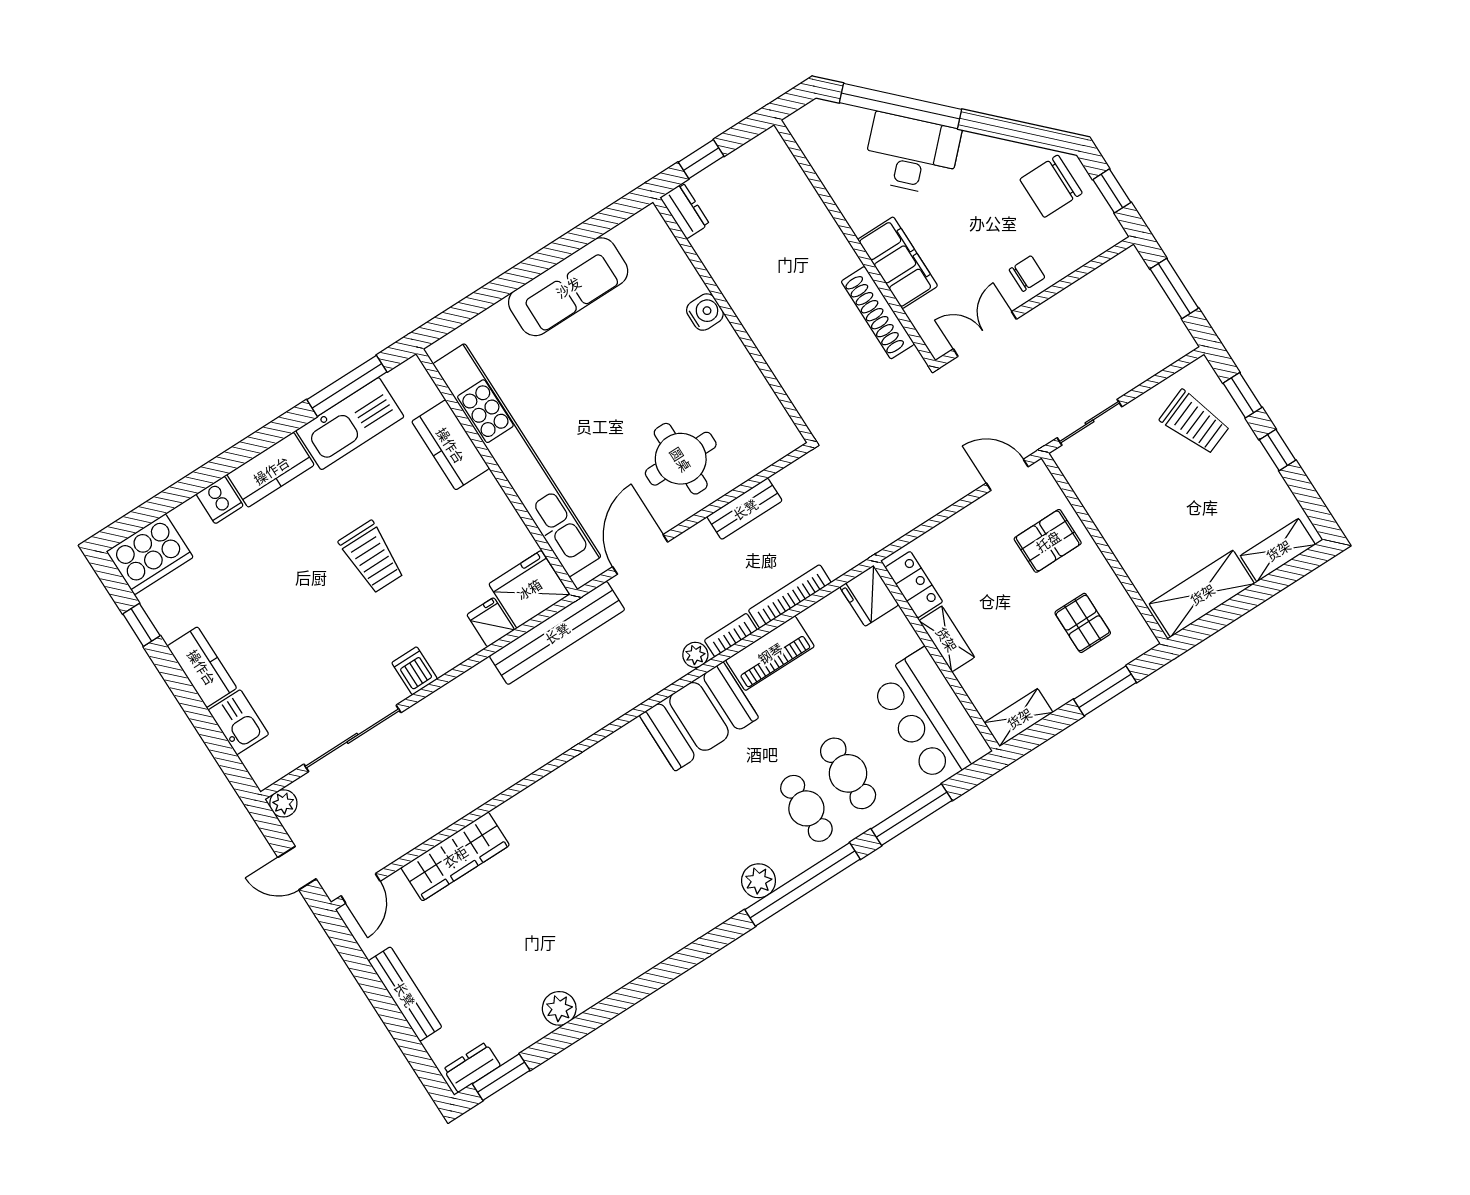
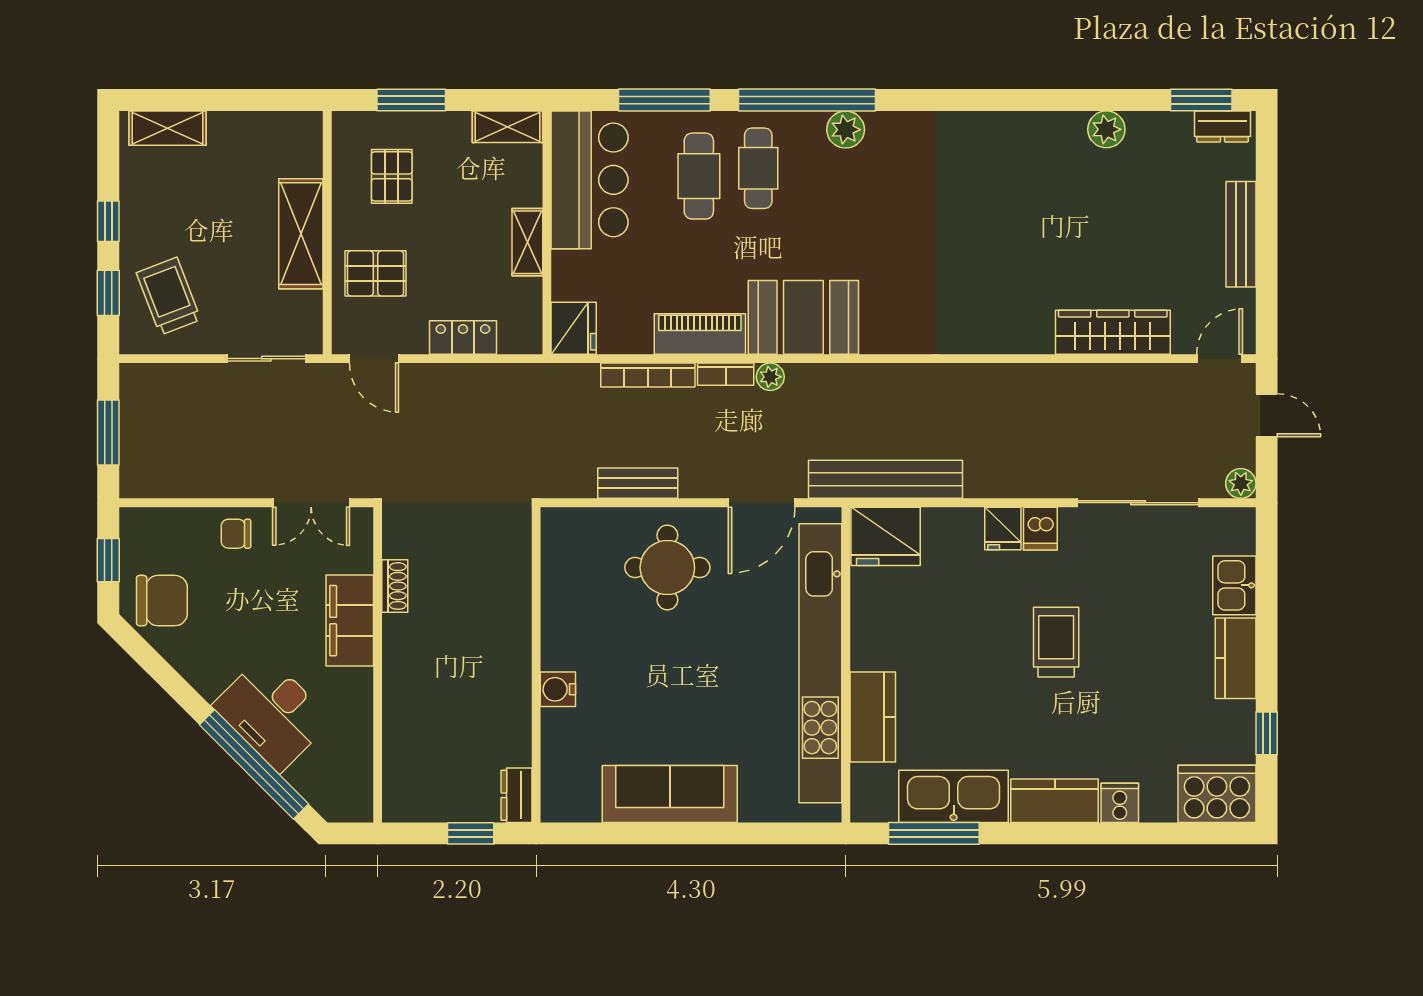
shoe rack: (878, 313) -> (395, 586), width x0.51, depth x0.81
trolley: (372, 557) -> (1056, 642), moved
locker: (914, 585) -> (463, 337), moved, turned 90
shelving: (1202, 594) -> (301, 234), moved, turned 90
fridge: (491, 622) -> (1003, 528), moved

